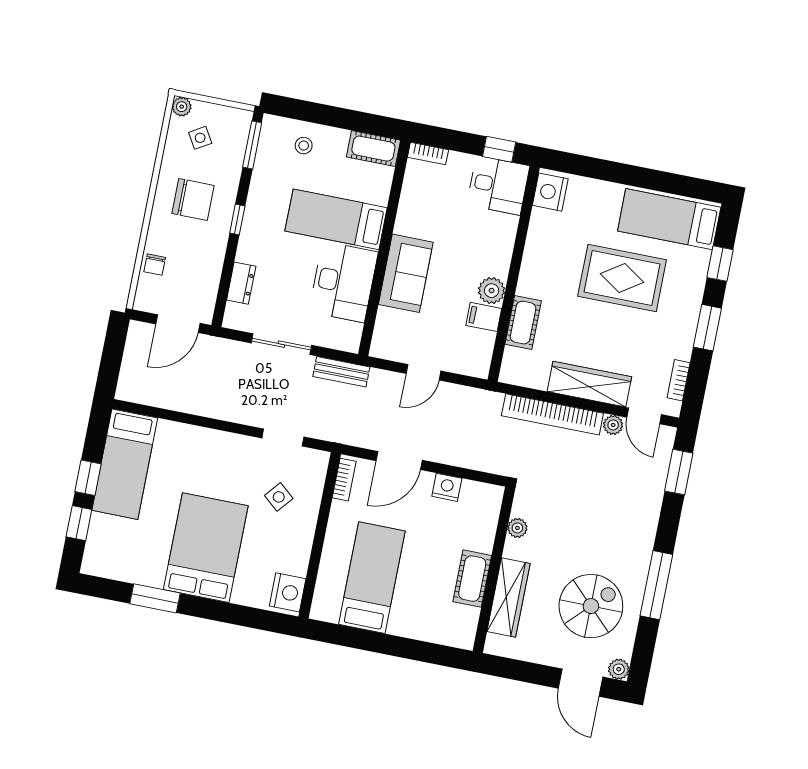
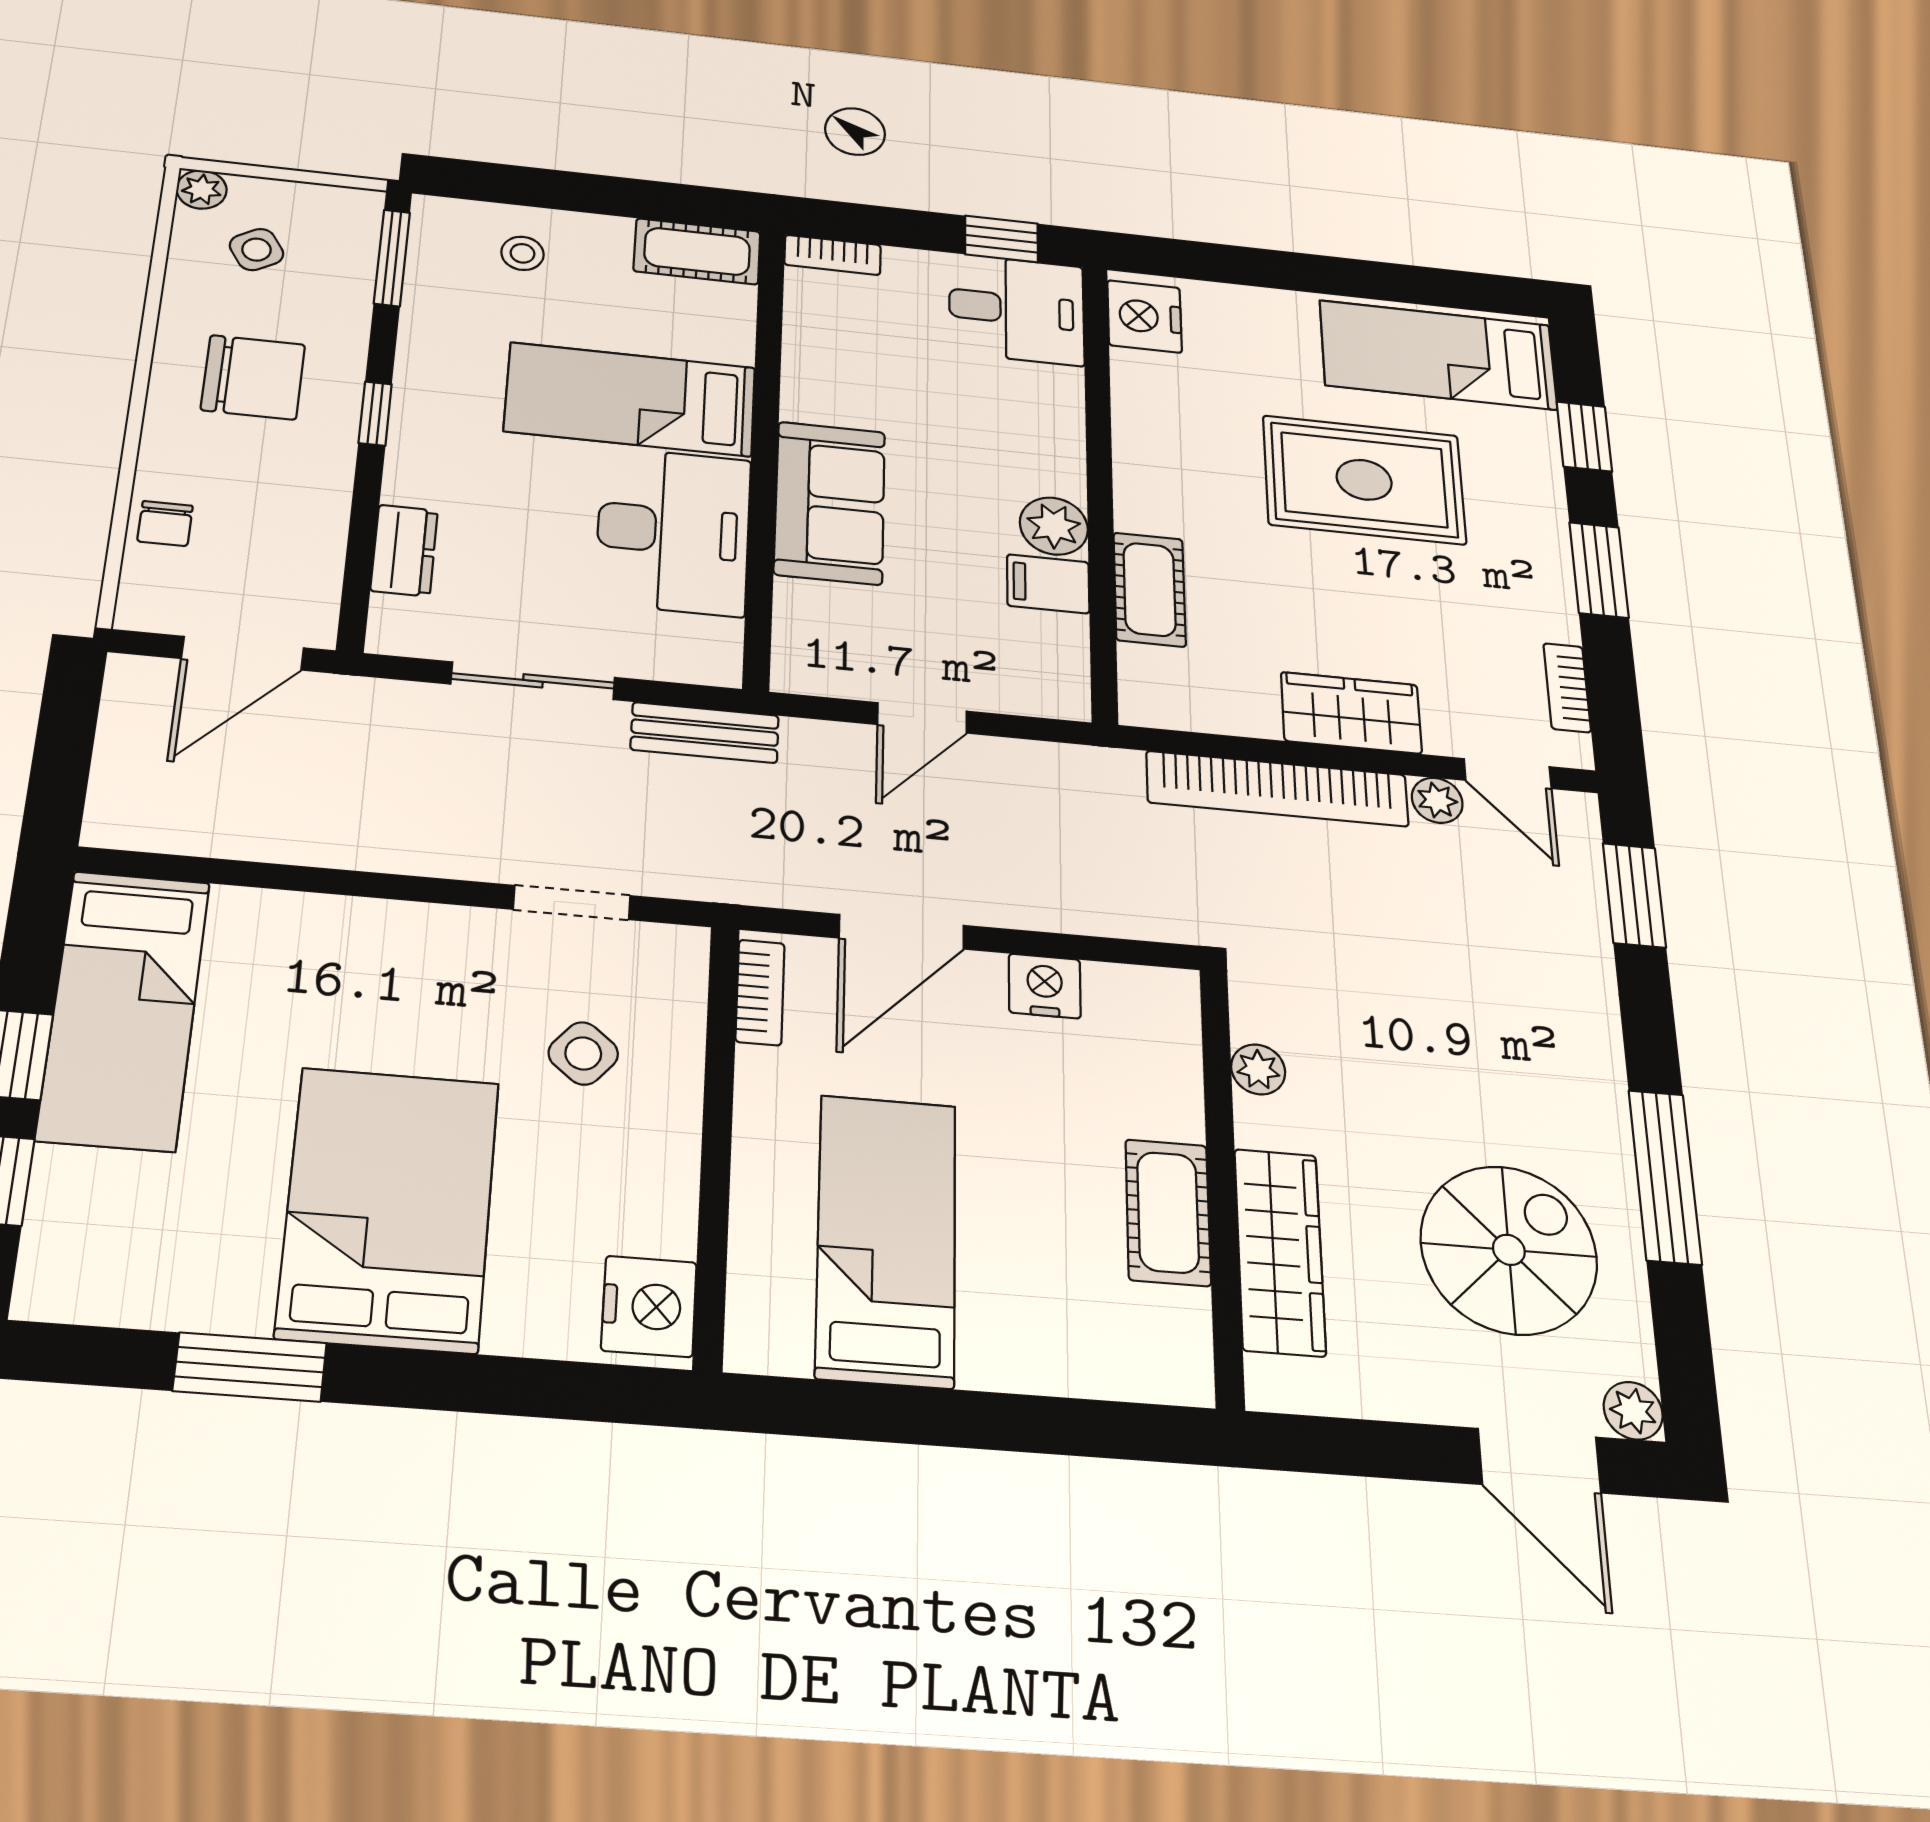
wardrobe: (589, 384) -> (1351, 713), width x0.67

